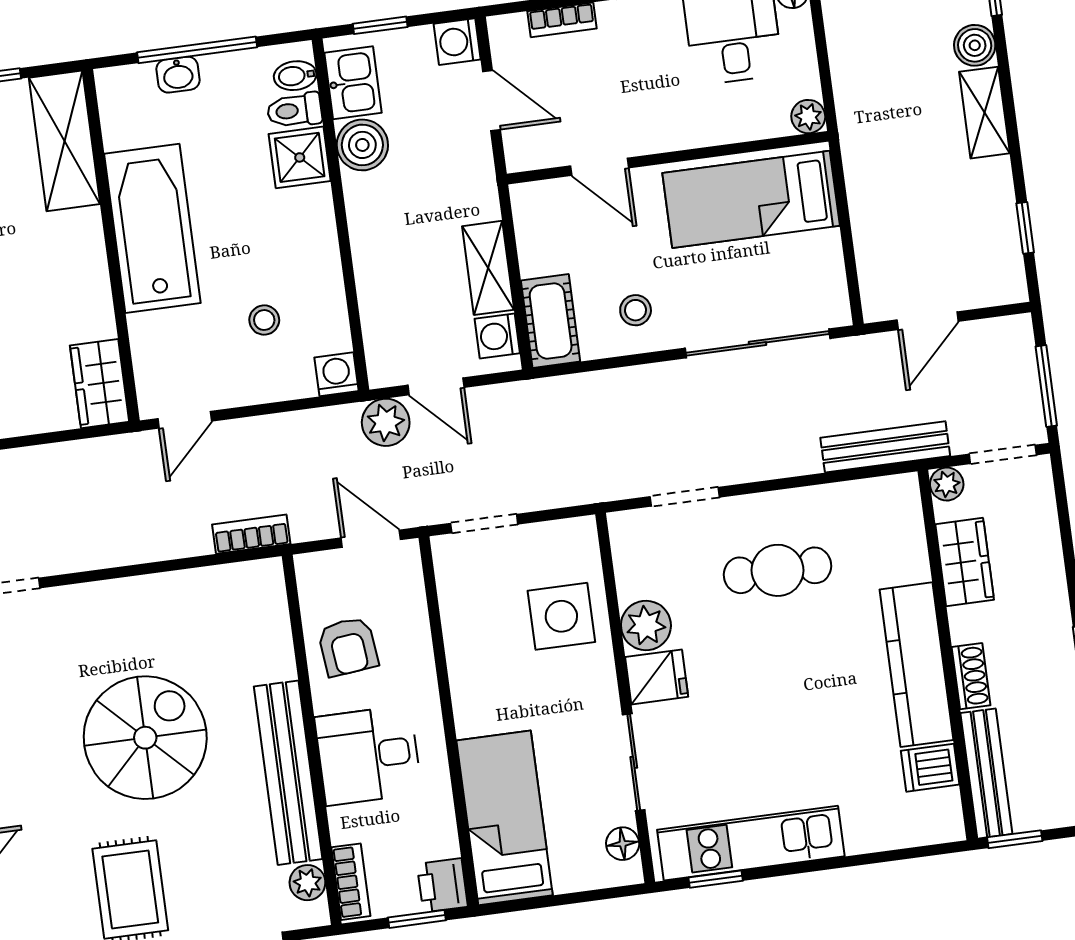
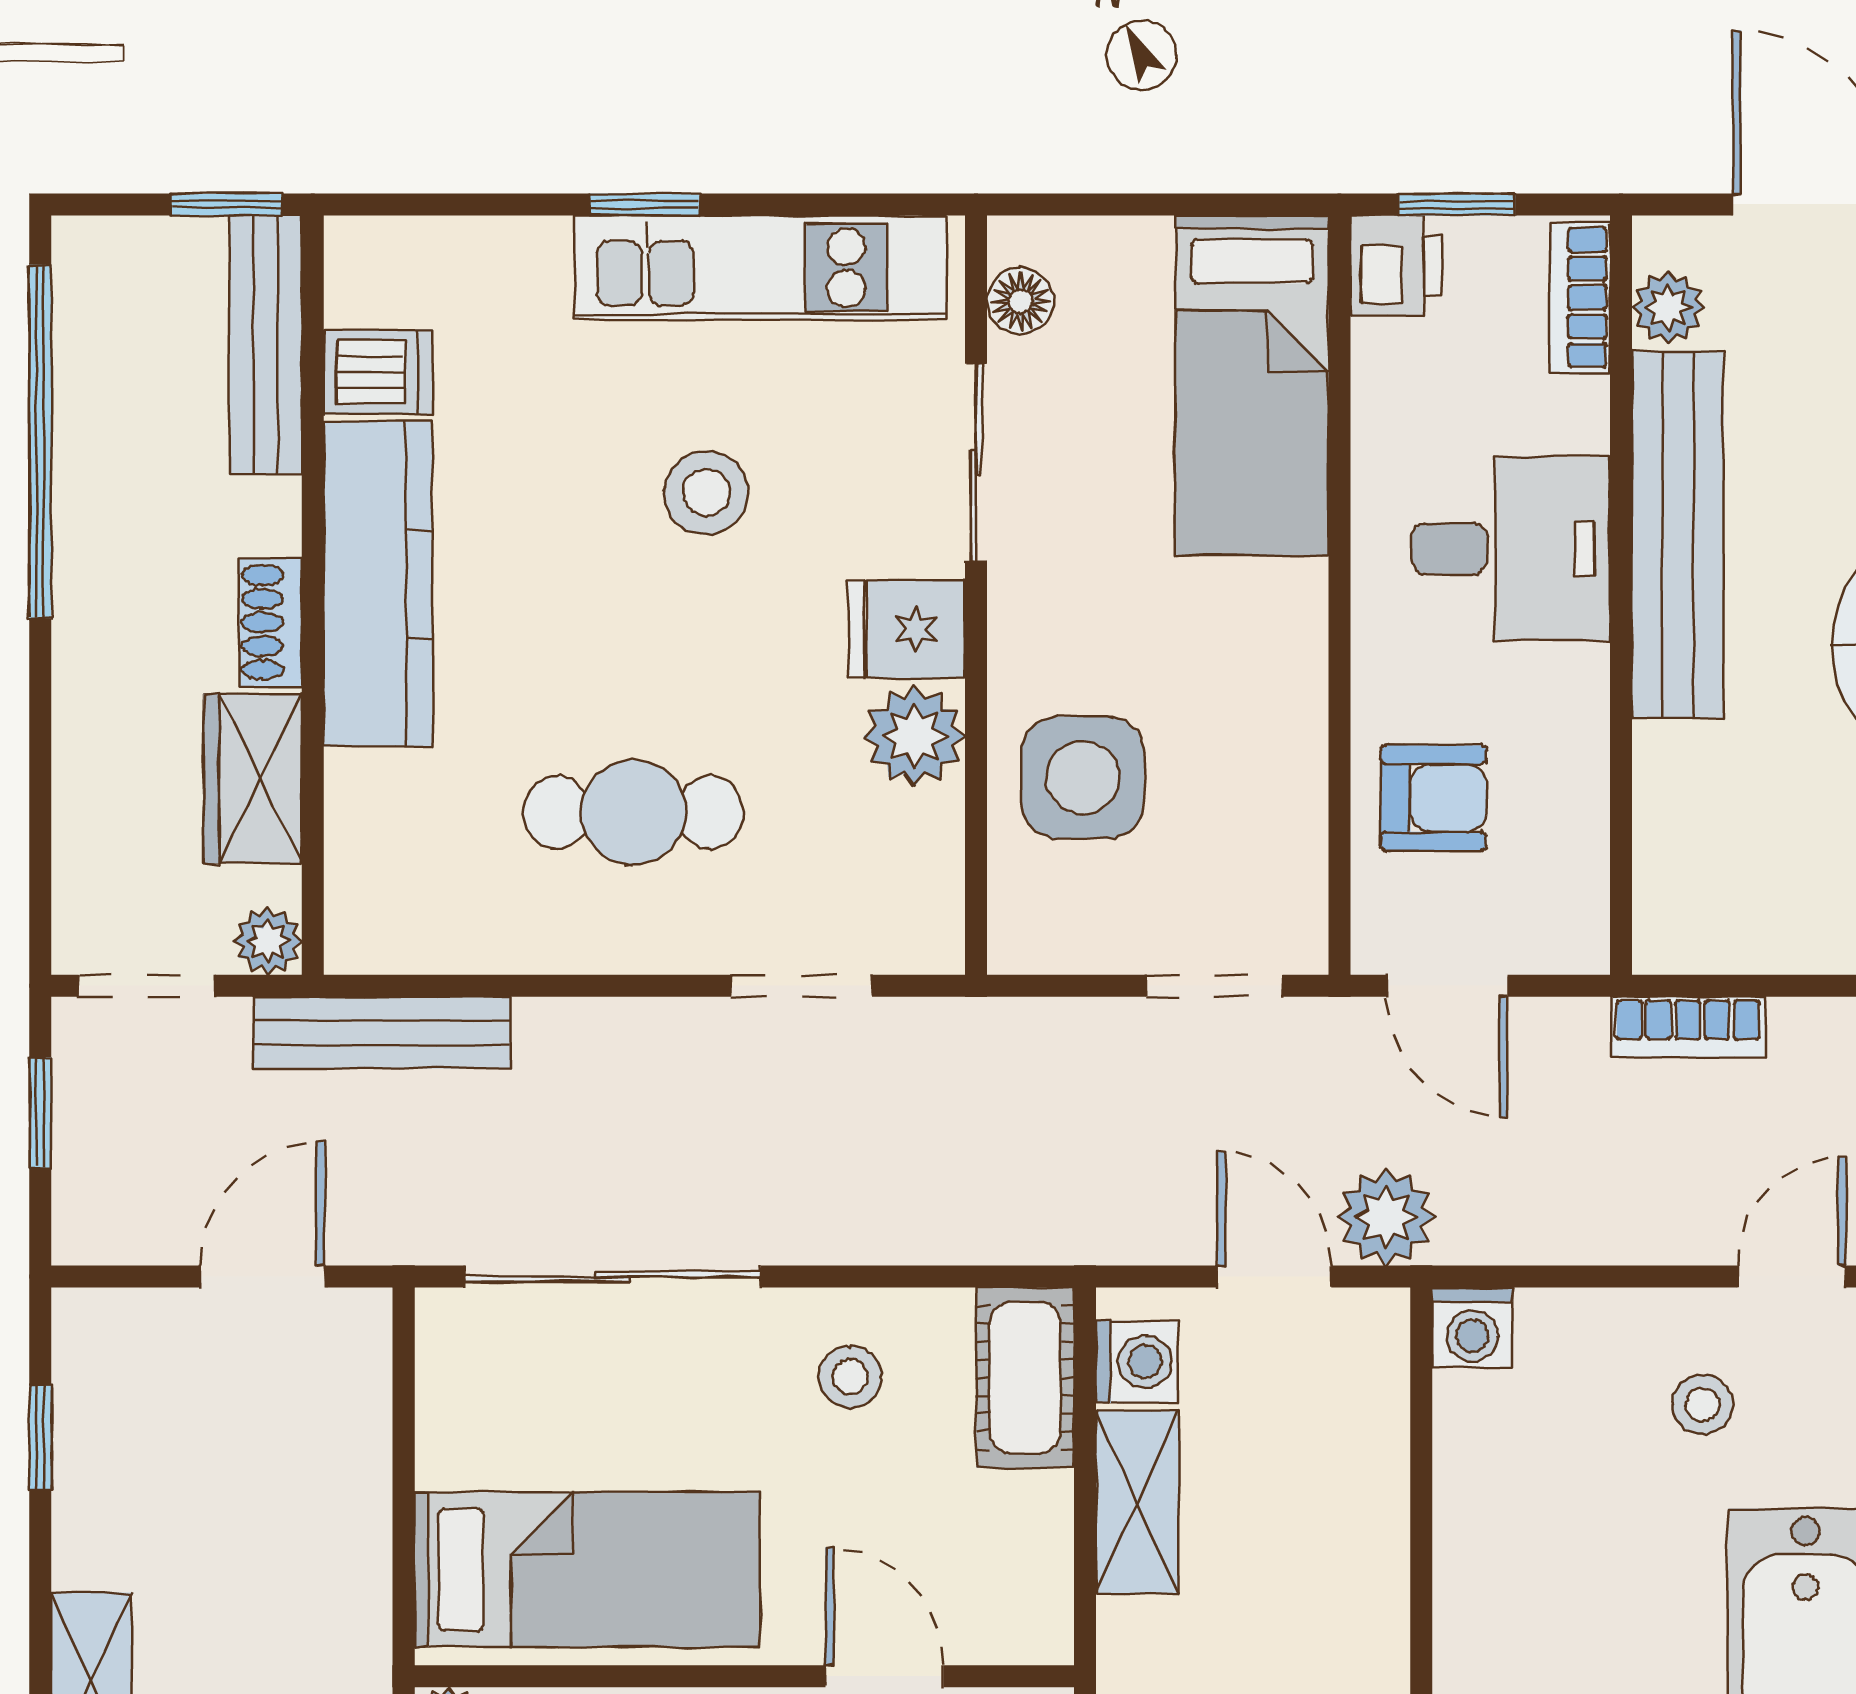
stool: (264, 320) -> (1702, 1405), moved
window: (1046, 386) -> (40, 1113), width x0.67
armchair: (348, 647) -> (1434, 798), moved, turned 96
shoe rack: (971, 676) -> (271, 622), moved
stool: (763, 730) -> (706, 493), added
window: (716, 879) -> (645, 204), moved

